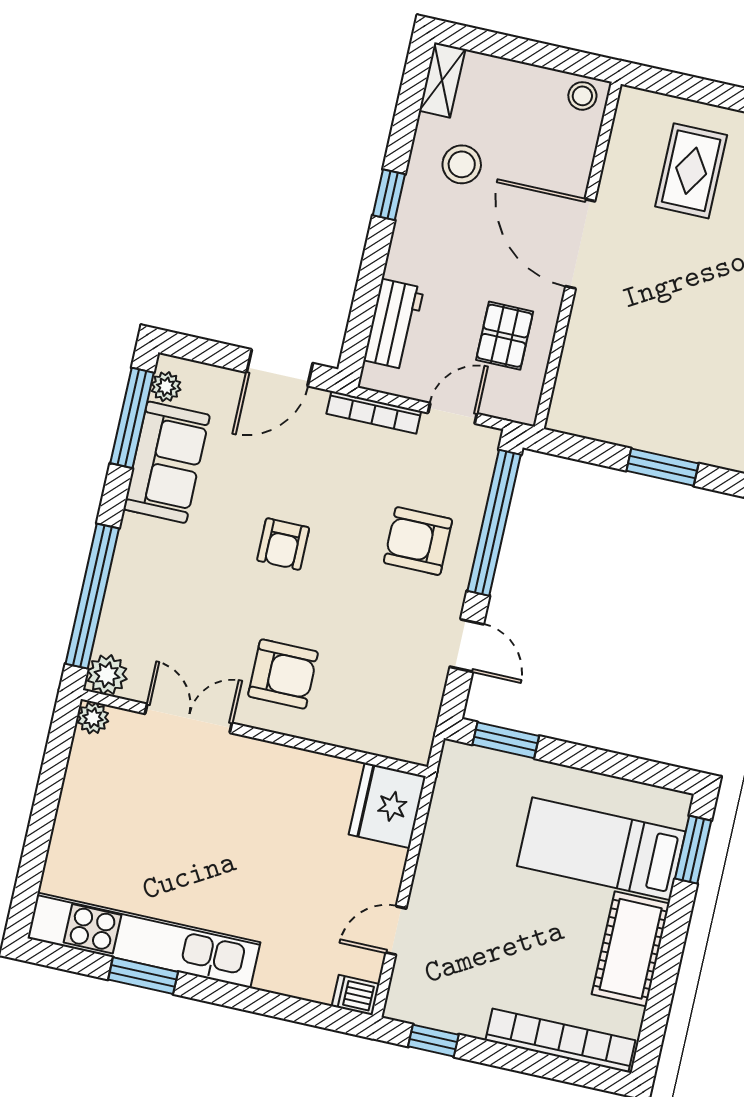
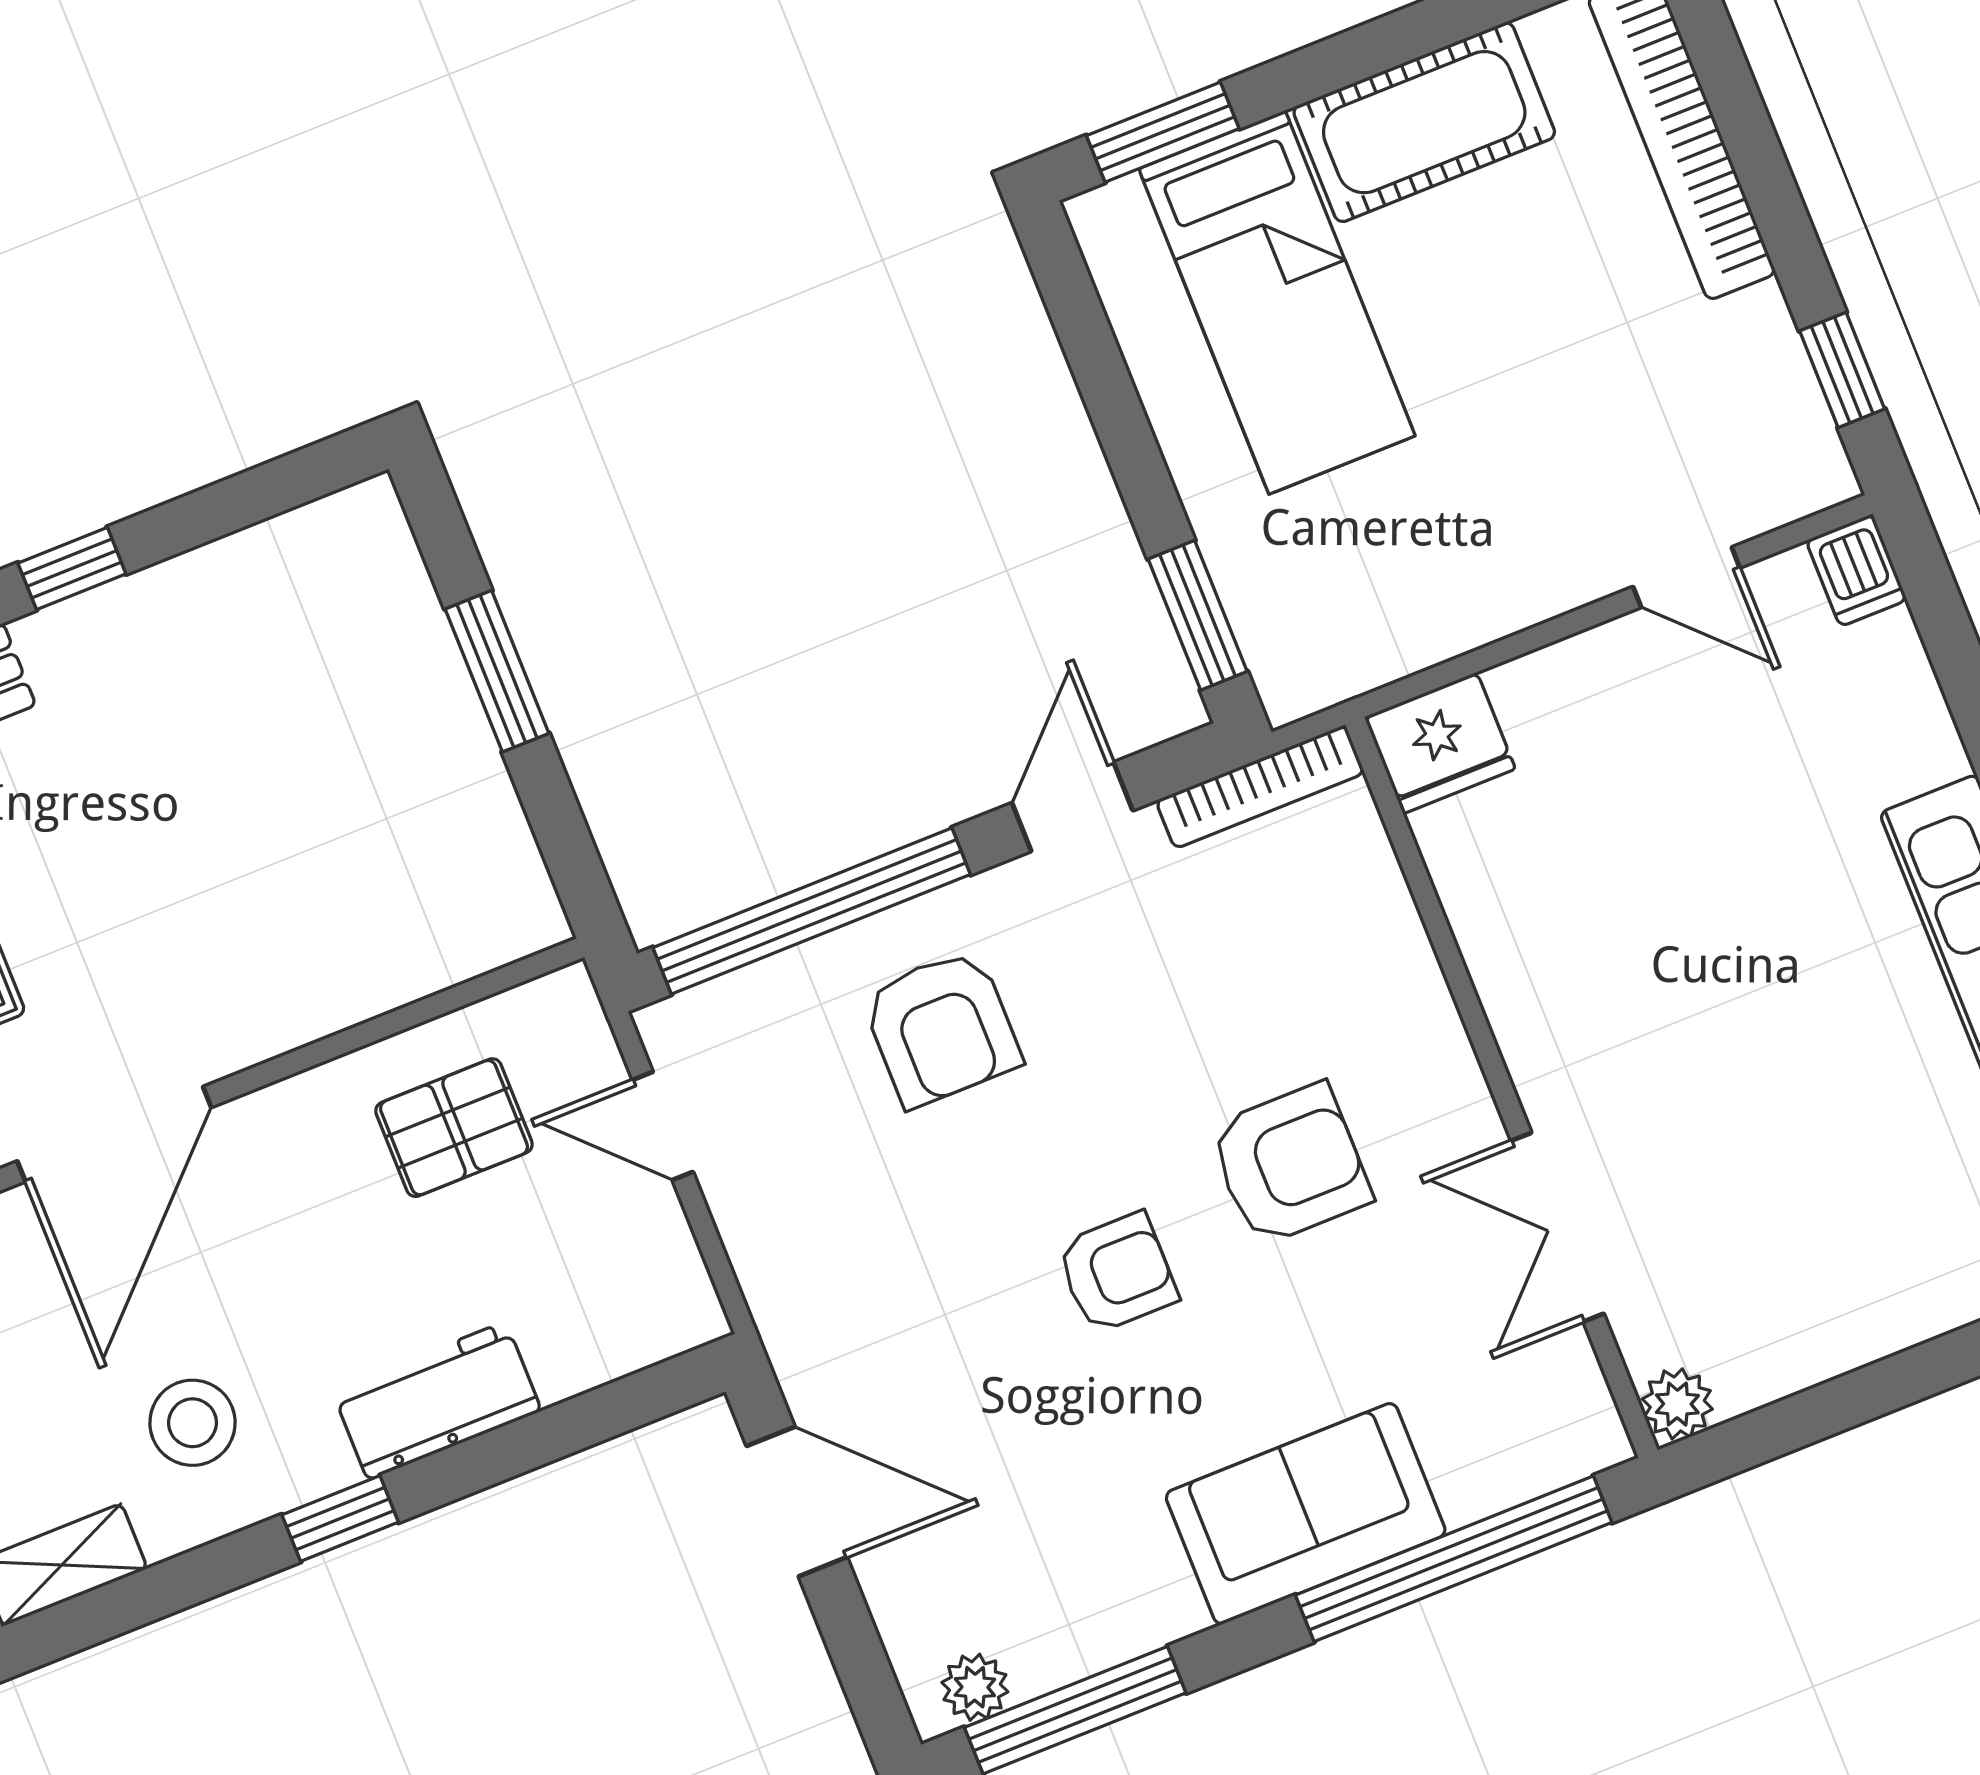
door: (580, 244) -> (114, 1134), moved
workbench: (394, 324) -> (437, 1401), moved
bookcase: (374, 412) -> (1260, 787), moved, turned 90
sofa: (167, 462) -> (1306, 1514), moved
armchair: (283, 674) -> (1290, 1164), moved, turned 90
plant: (107, 675) -> (1580, 1432), removed
fridge: (387, 805) -> (1440, 743), width x0.73, depth x0.75

